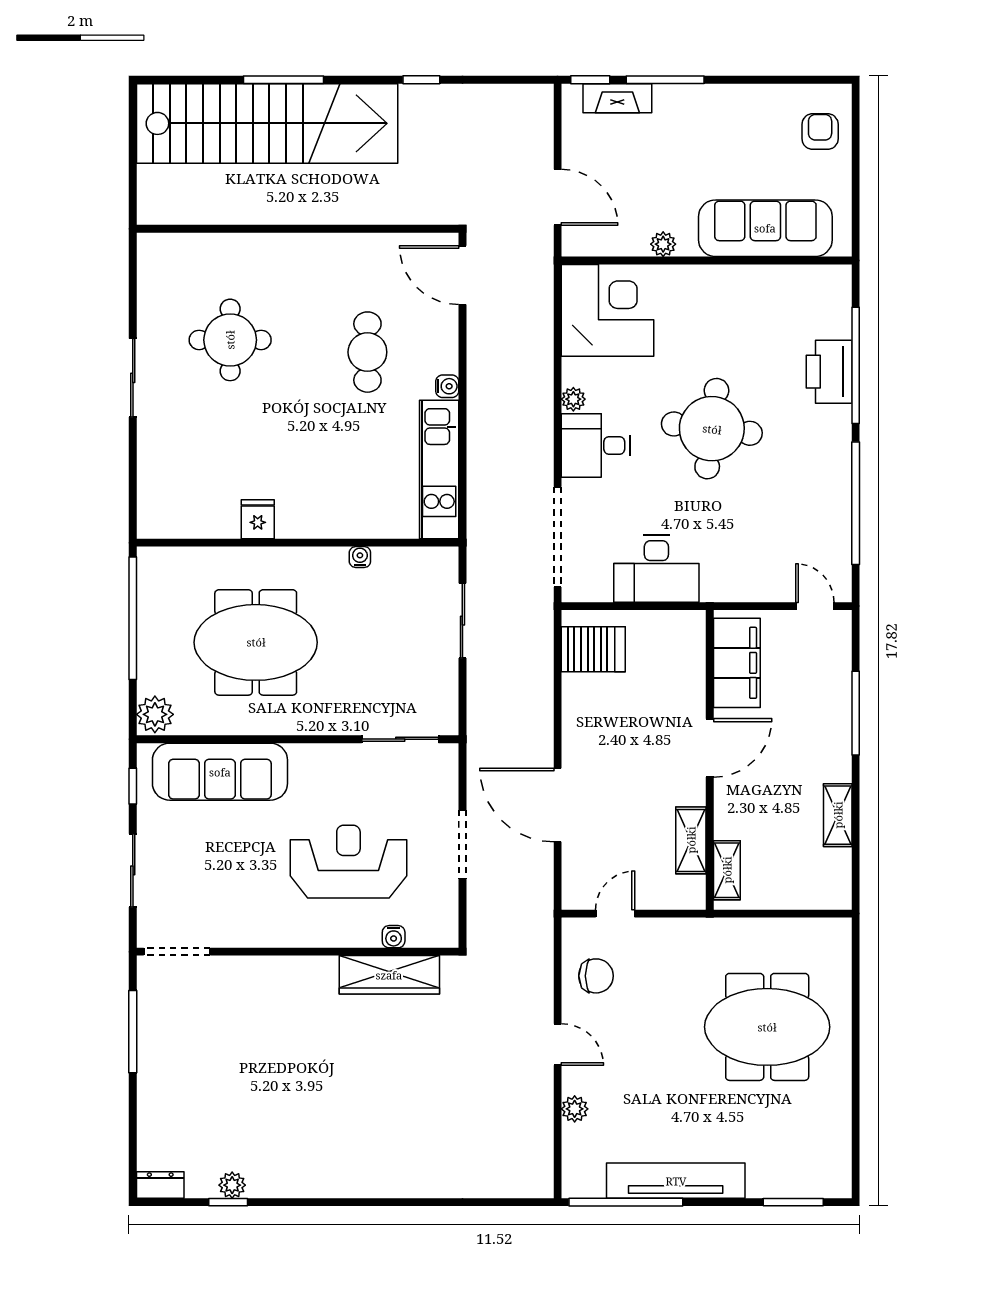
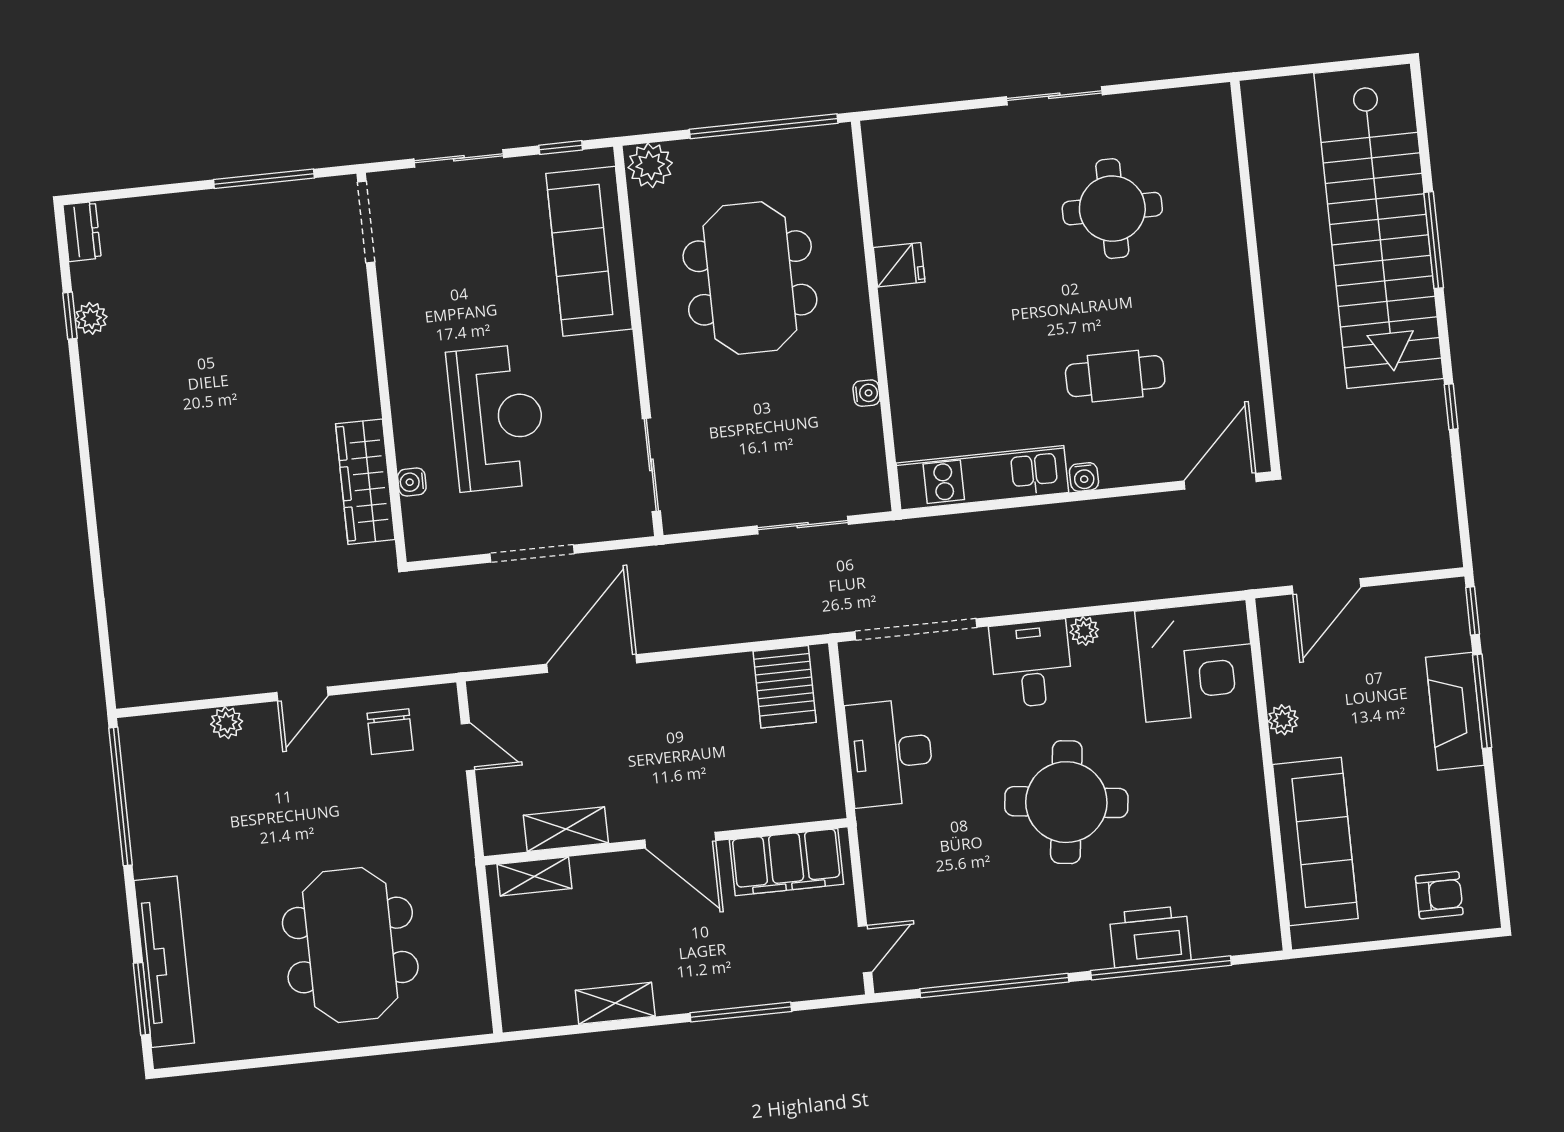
fireplace: (617, 98) -> (1455, 711), moved, width x1.37, depth x1.32
tv unit: (676, 1181) -> (164, 962), moved

